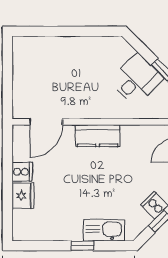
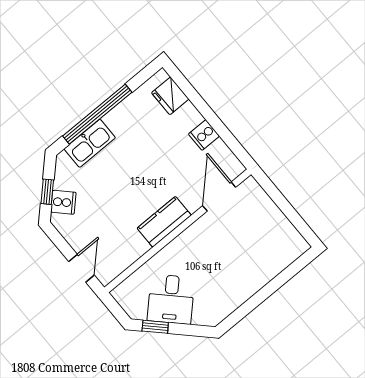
fridge: (23, 196) -> (170, 96), moved
window: (82, 246) -> (97, 114), width x3.17

